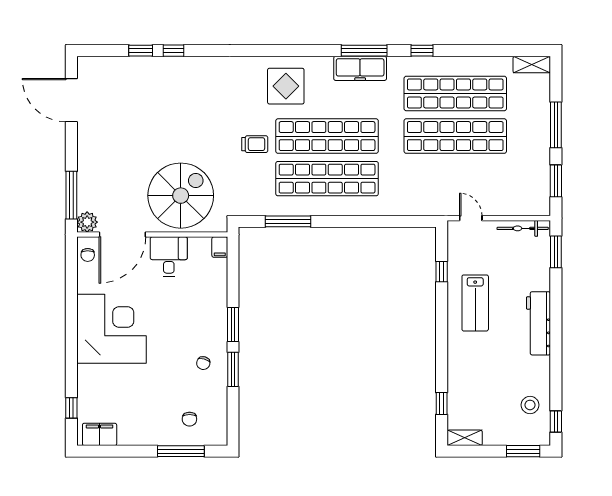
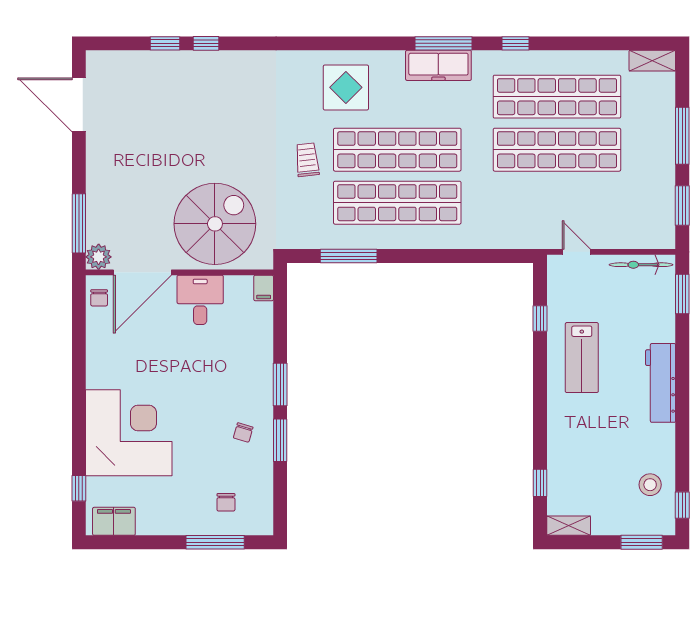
trolley: (255, 144) -> (307, 160), turned -96
corner desk: (111, 329) -> (129, 433), moved

